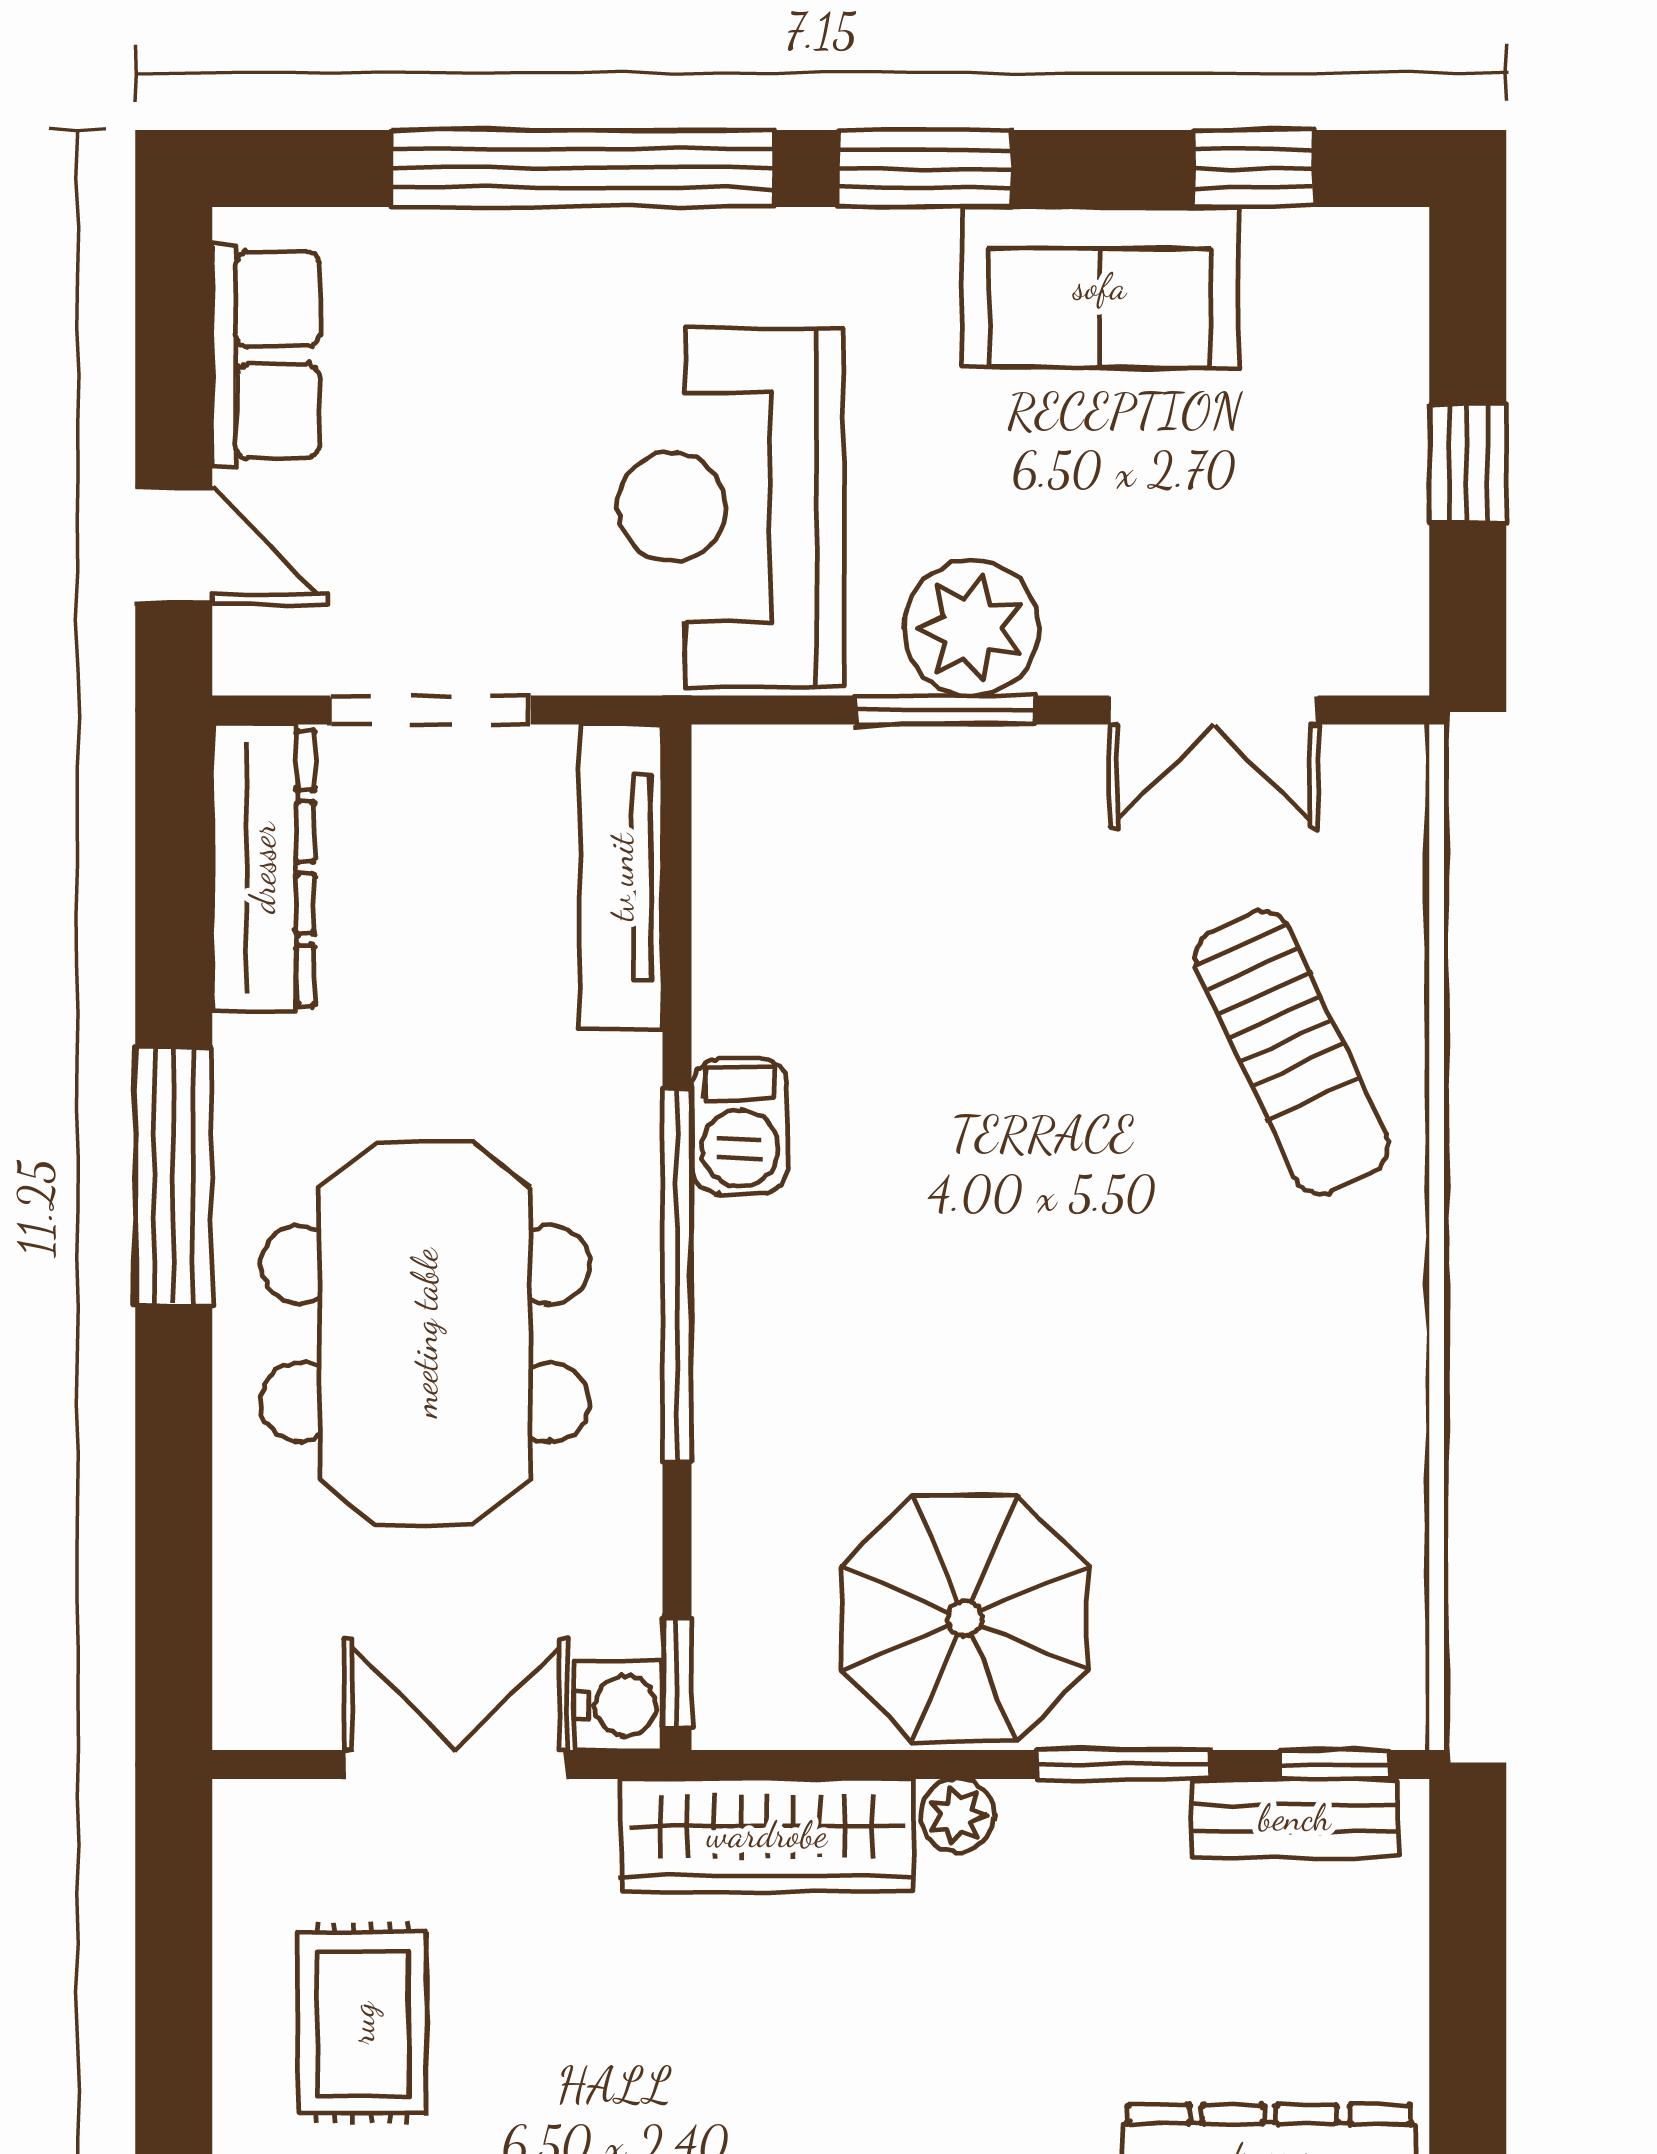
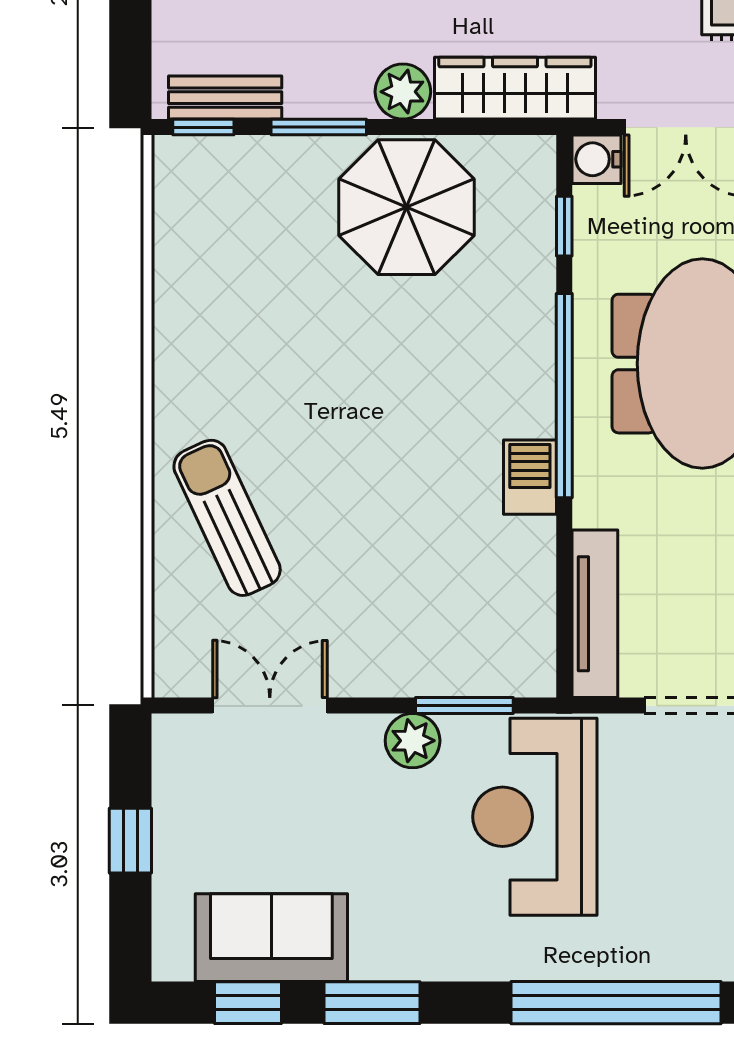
window: (925, 168) -> (372, 1003), moved
sofa: (1100, 287) -> (271, 938), moved
reception desk: (731, 507) -> (535, 817), turned 180
plant: (971, 628) -> (413, 741), width x0.73, depth x0.73
window: (945, 710) -> (464, 706), moved
window: (677, 1673) -> (564, 226), moved
plant: (957, 1815) -> (403, 92), width x1.38, depth x1.38

